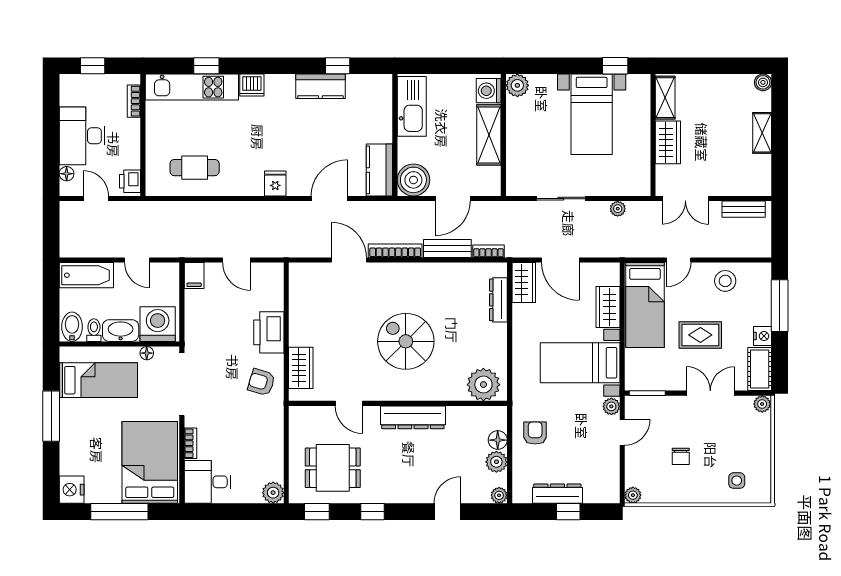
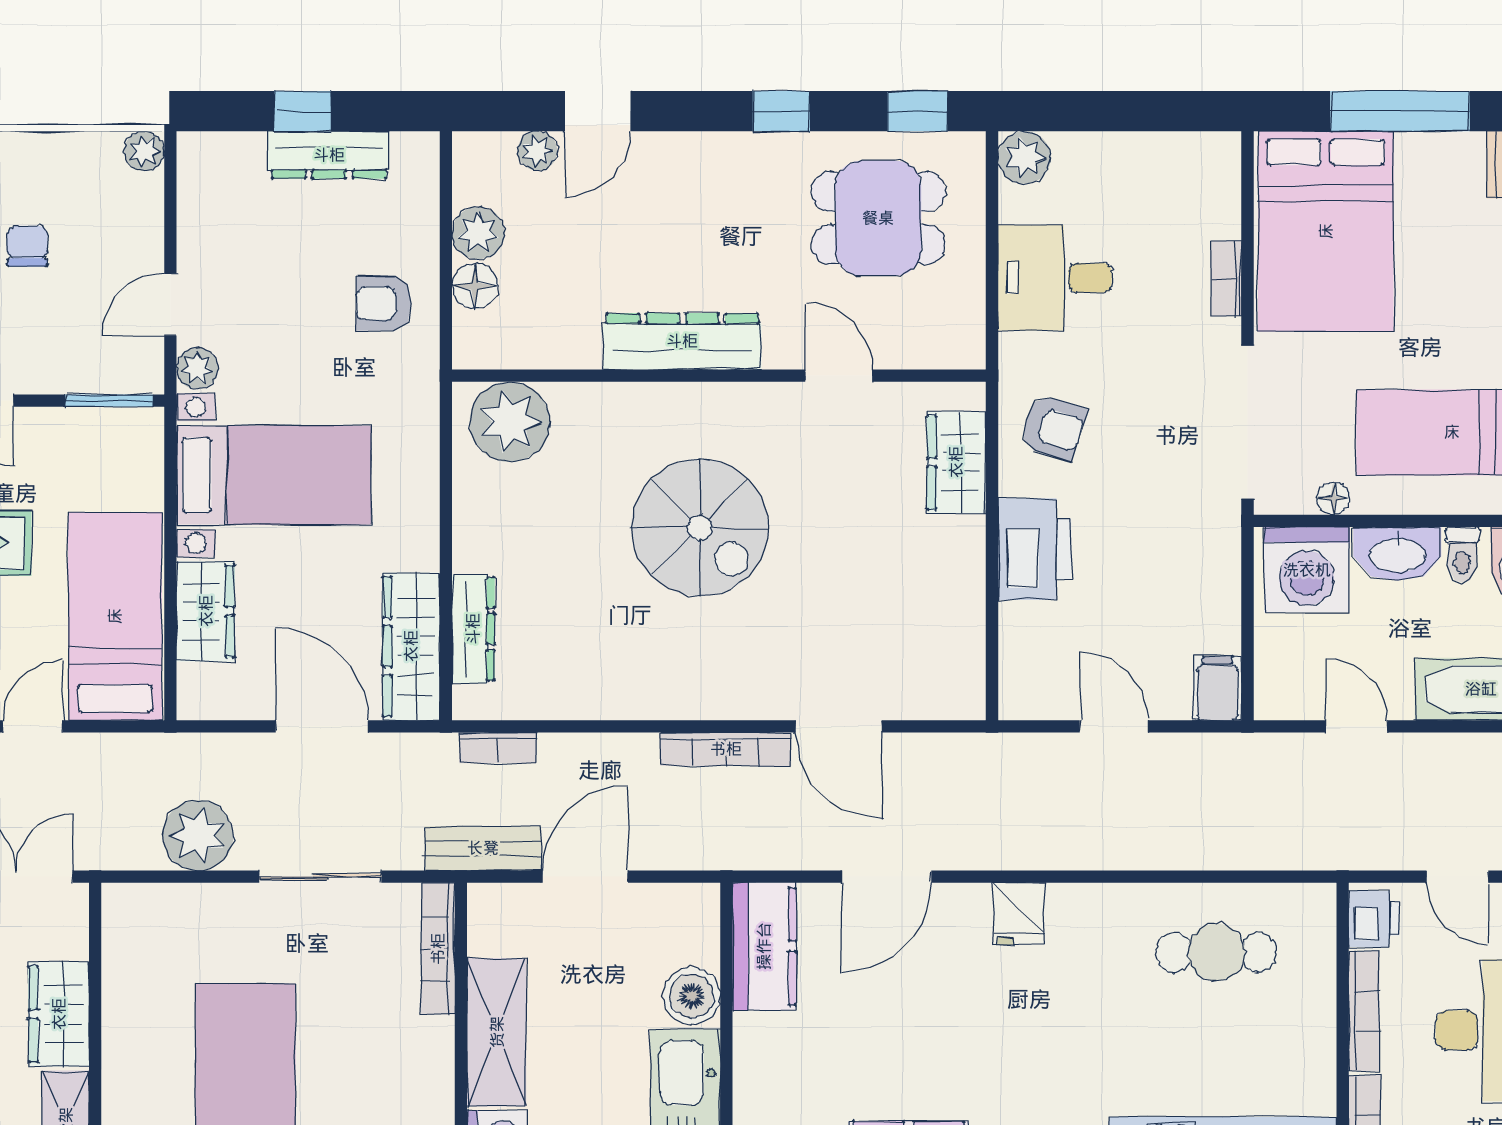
bookcase: (134, 144) -> (1364, 1011), added
bookcase: (513, 169) -> (438, 949), added
boiler: (413, 180) -> (692, 996), moved, width x0.73, depth x0.73
plant: (618, 209) -> (198, 835), width x1.87, depth x1.87
bench: (447, 248) -> (483, 848), moved
wardrobe: (524, 283) -> (411, 646), width x1.50
armchair: (535, 433) -> (384, 303), turned 90
desk: (207, 482) -> (1055, 278), moved, turned 180
plant: (499, 495) -> (537, 151), moved

